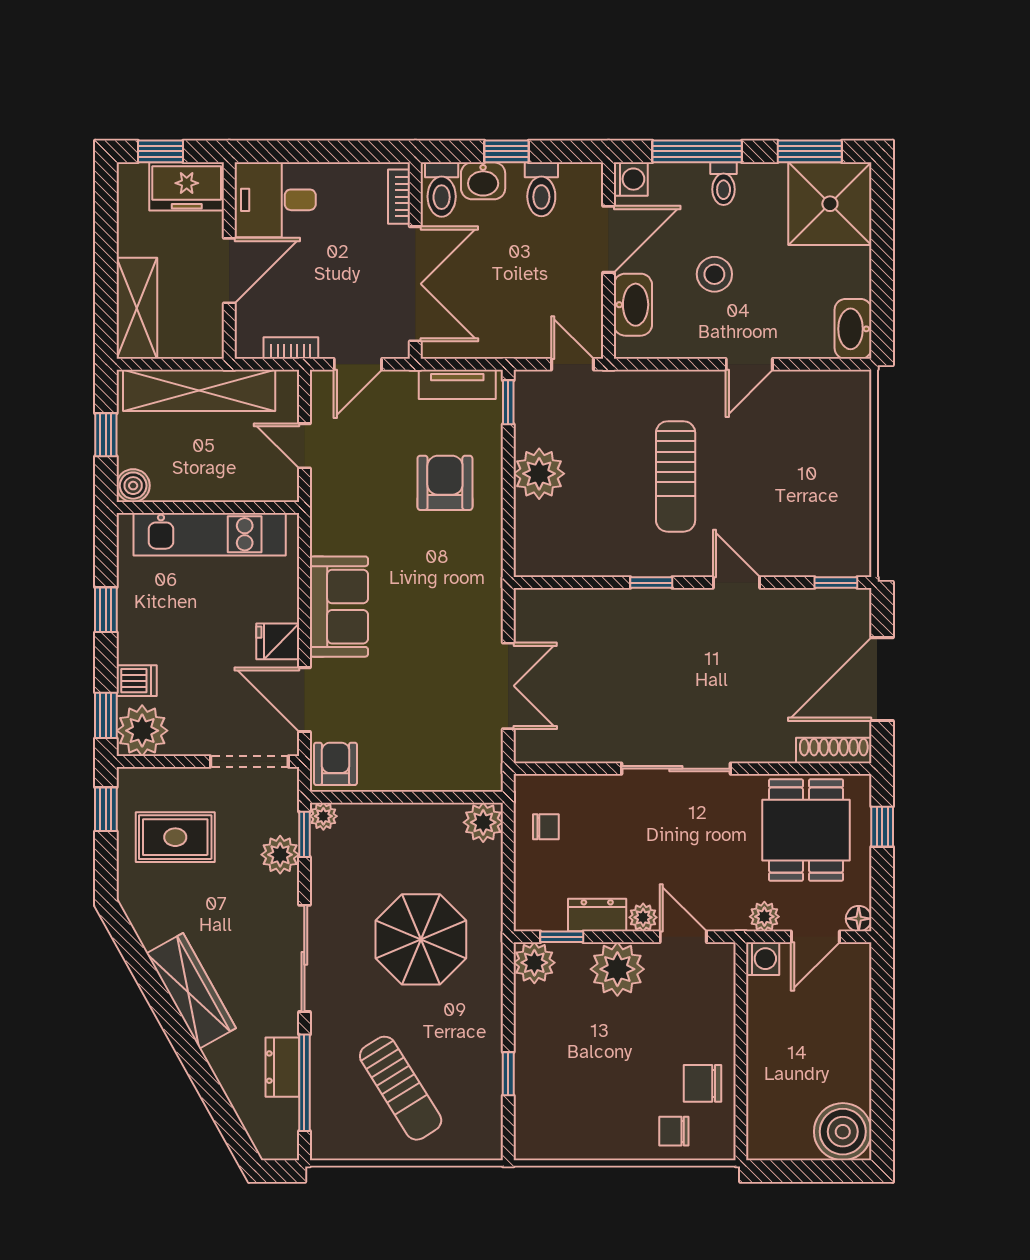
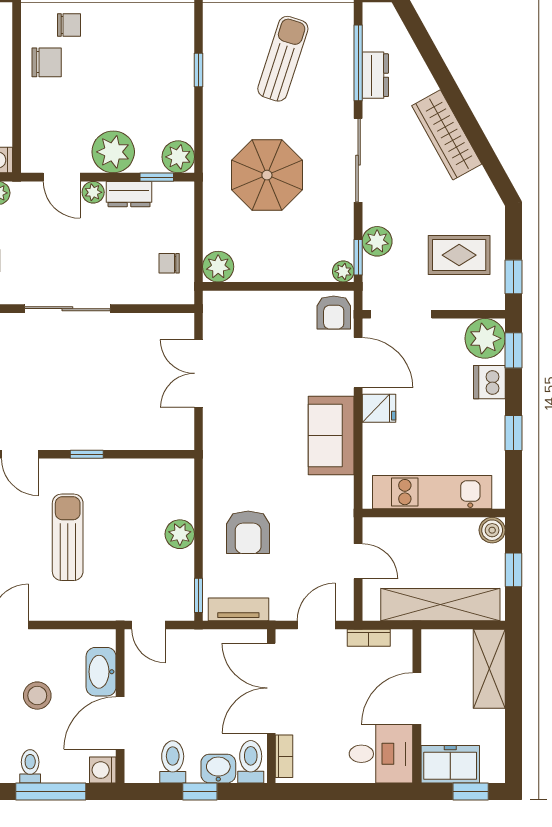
plant: (539, 474) -> (180, 534), width x0.73, depth x0.73
dishwasher: (137, 681) -> (489, 382), width x1.38
sun lounger: (401, 1088) -> (283, 59), turned 50

